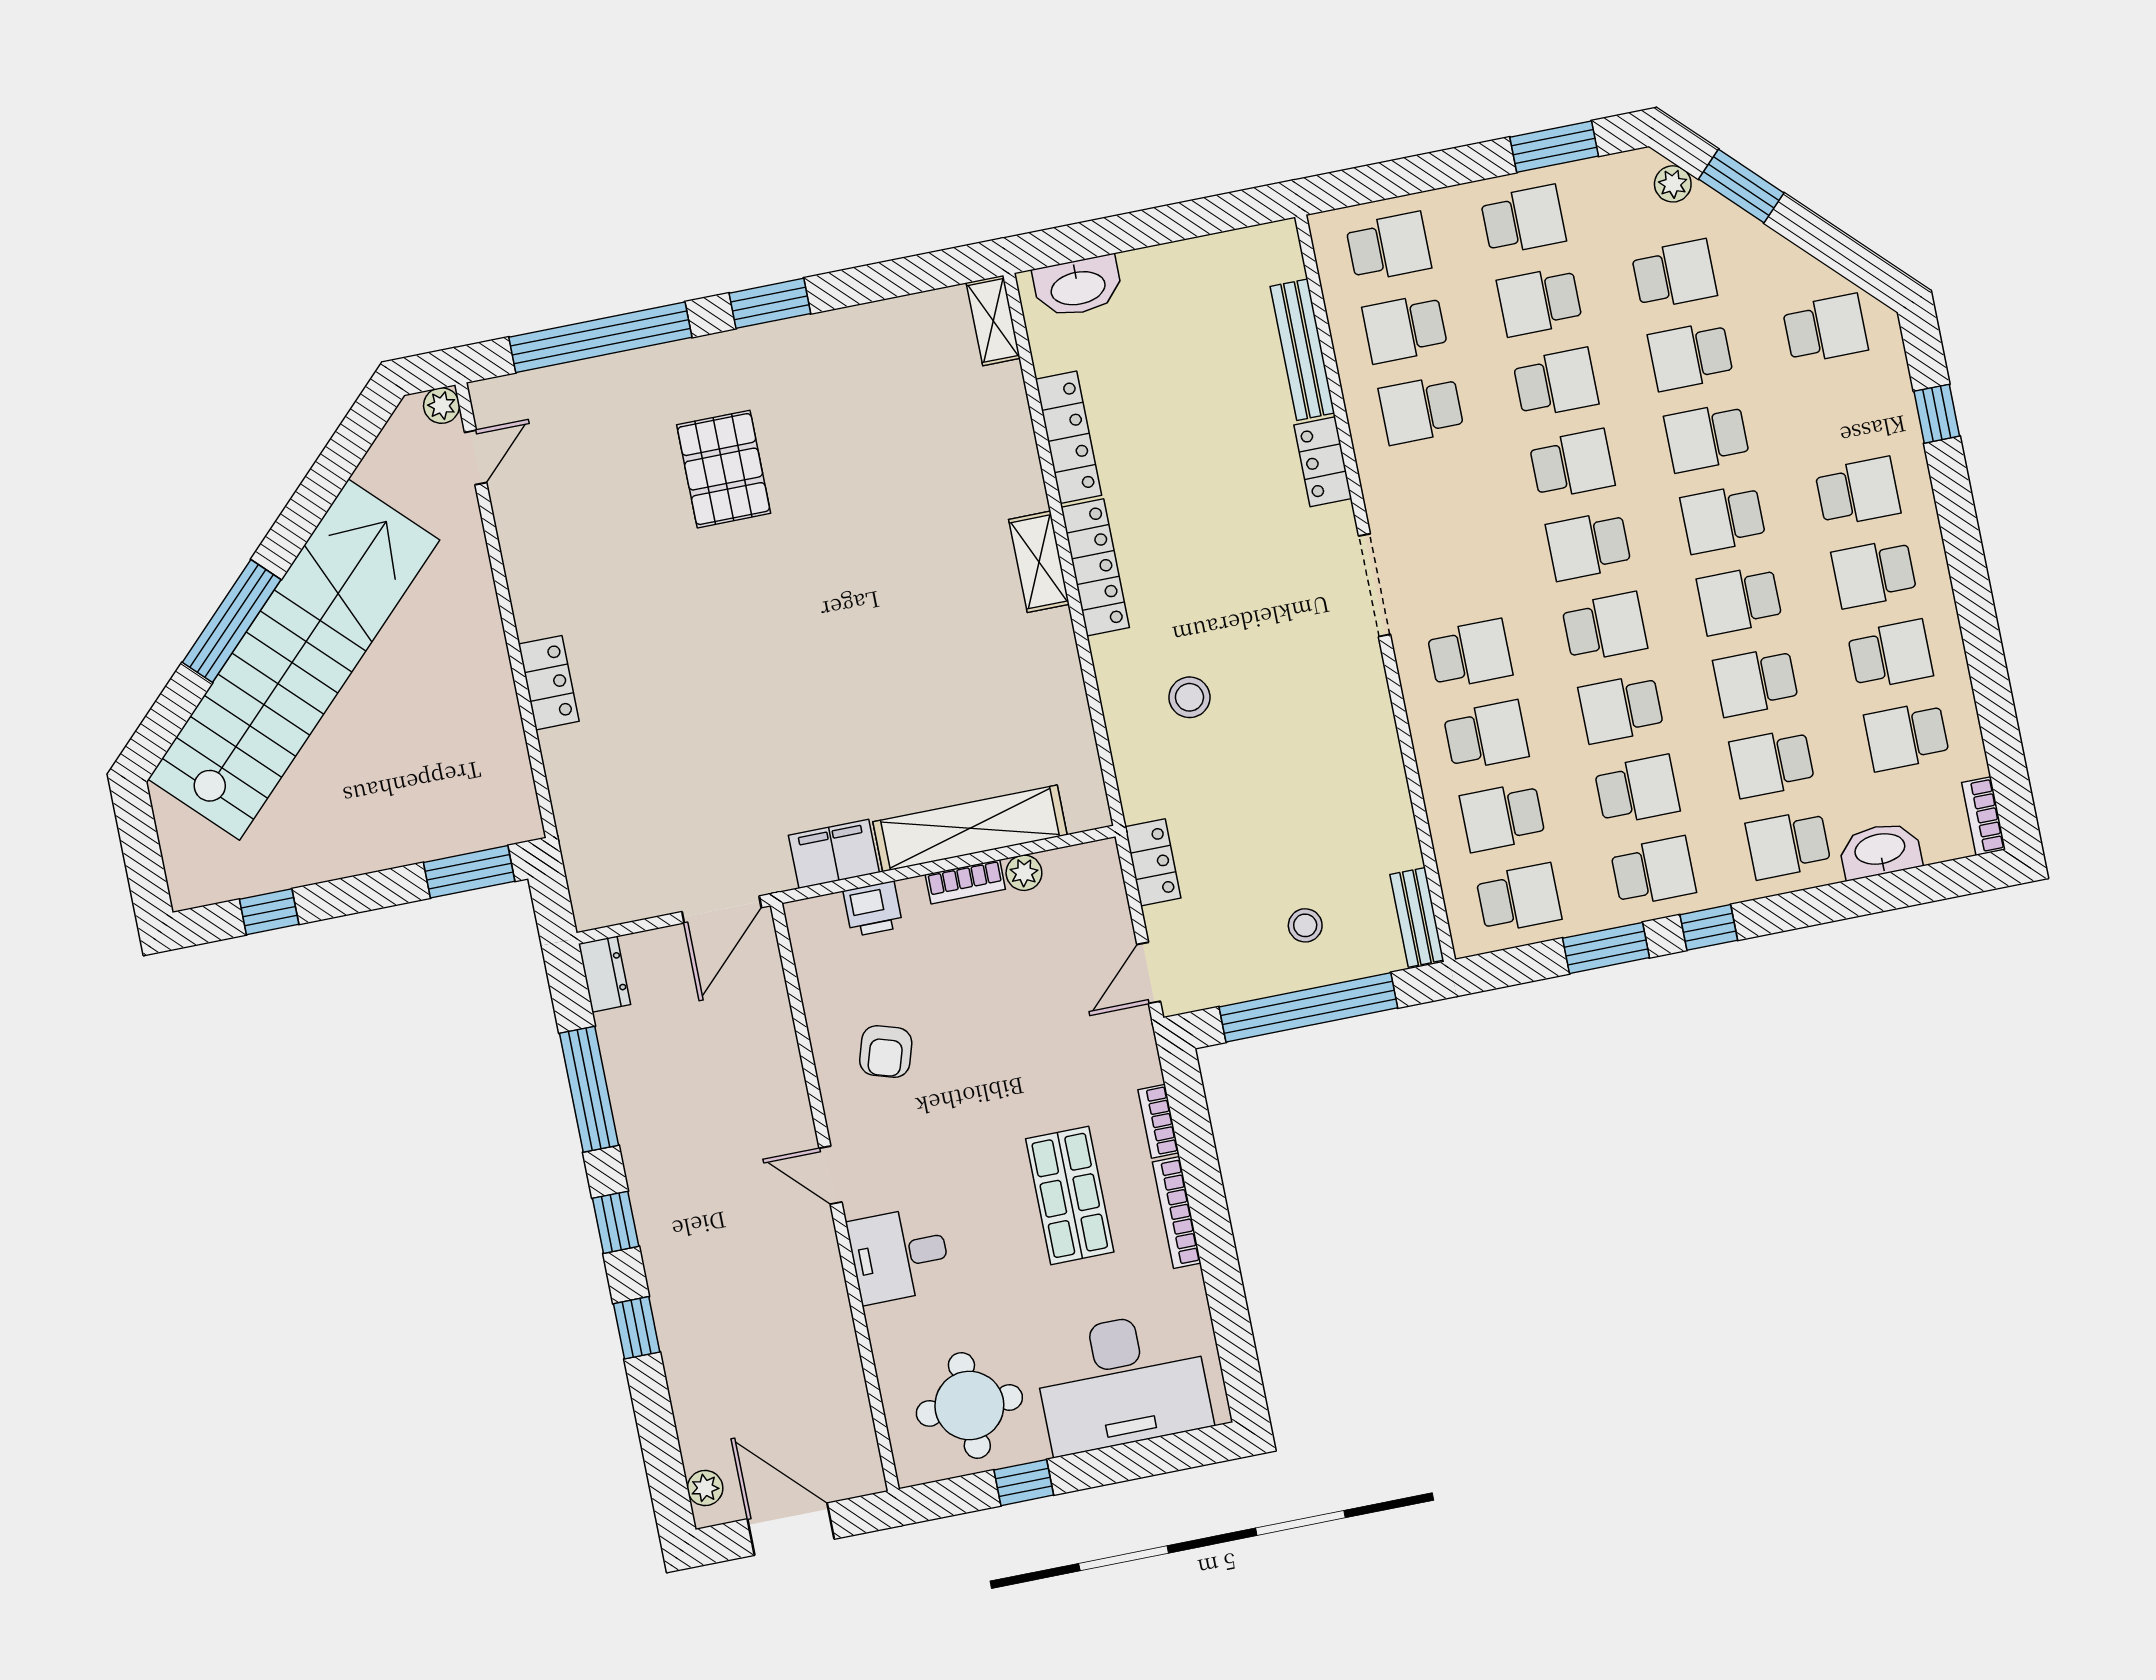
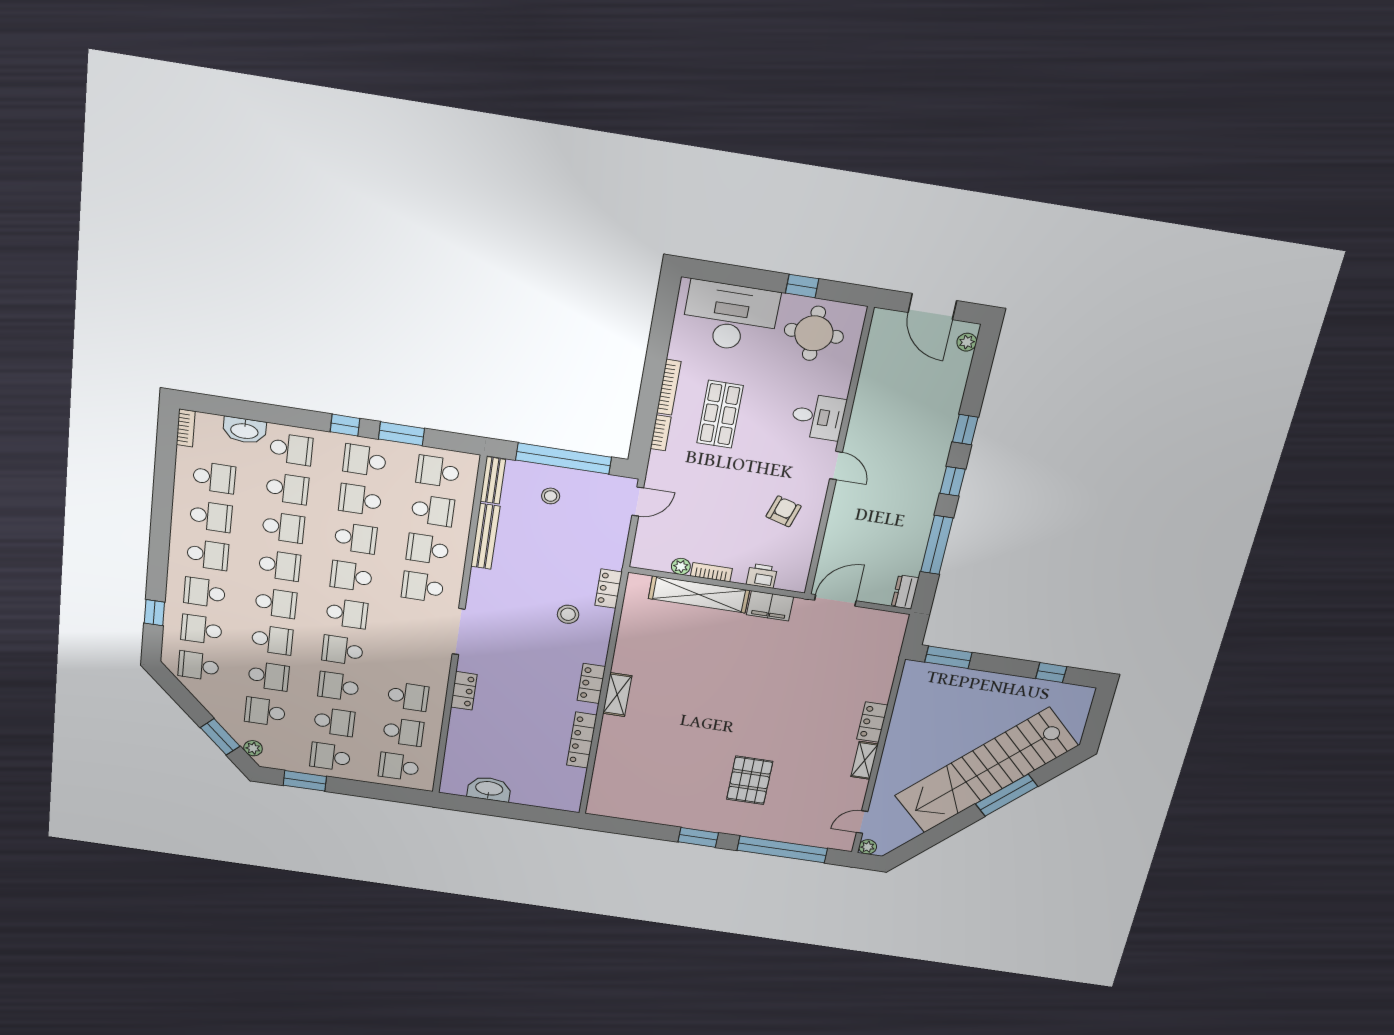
washbasin: (1078, 287) -> (489, 789), moved
shelving: (993, 320) -> (865, 760), moved
bench: (1302, 350) -> (485, 536), moved
school desk: (1841, 410) -> (202, 629), added
locker: (1095, 567) -> (591, 683), width x0.66
school desk: (1890, 655) -> (211, 517), turned 180
locker: (1153, 862) -> (608, 589), moved

